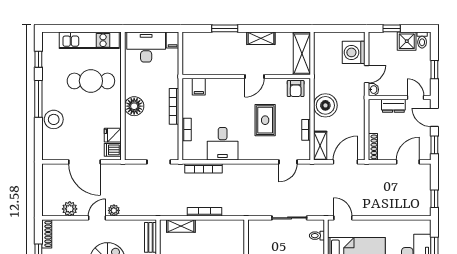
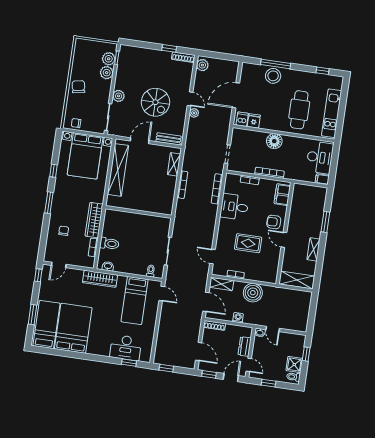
washing machine: (354, 52) -> (238, 318), moved, width x0.53, depth x0.53
filing cabinet: (199, 87) -> (282, 195), width x2.00
armchair: (296, 89) -> (274, 222), moved
door: (415, 97) -> (249, 365), hinge flipped
window: (38, 99) -> (276, 64), moved
plant: (70, 209) -> (202, 65), moved
door: (343, 218) -> (162, 294), hinge flipped

